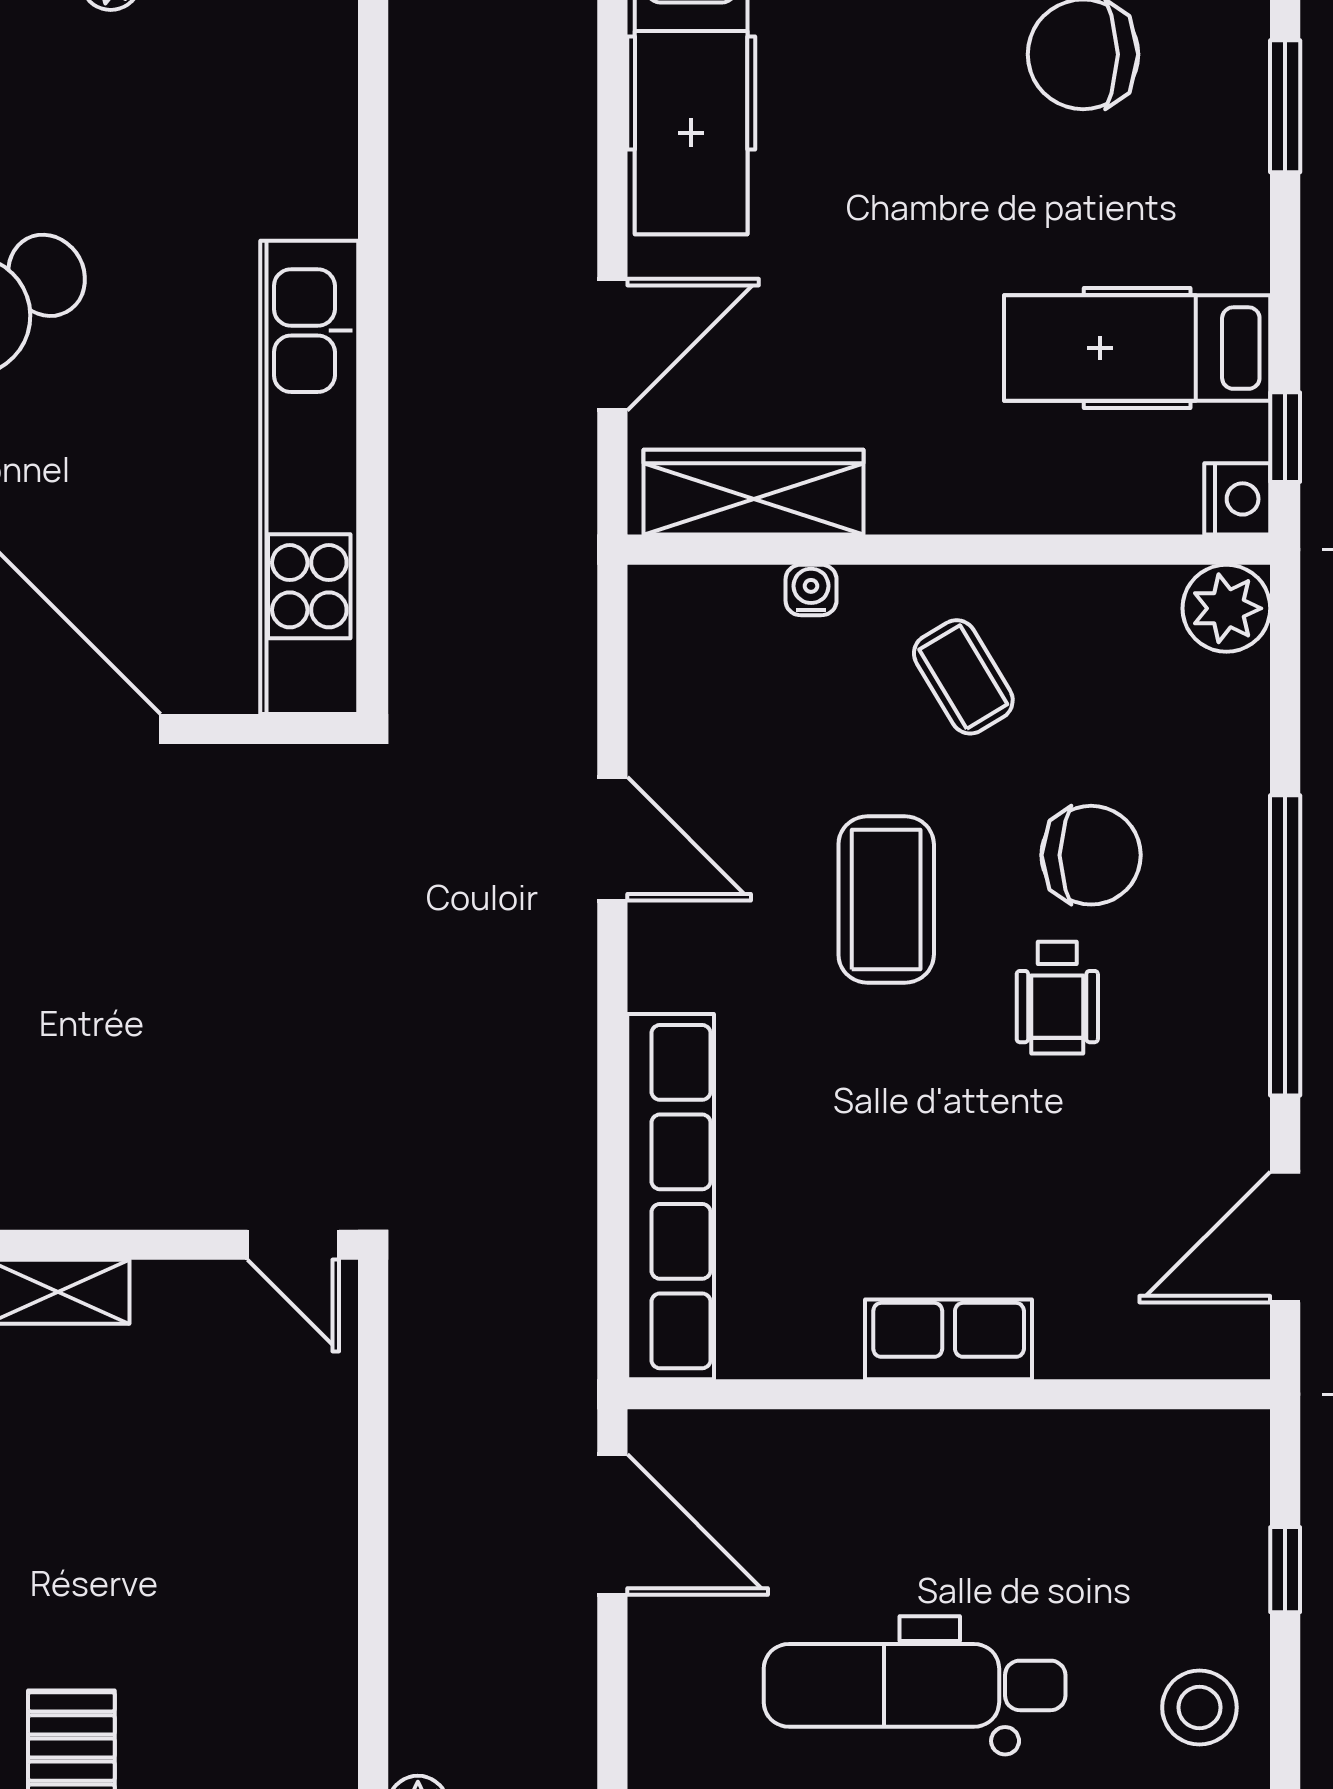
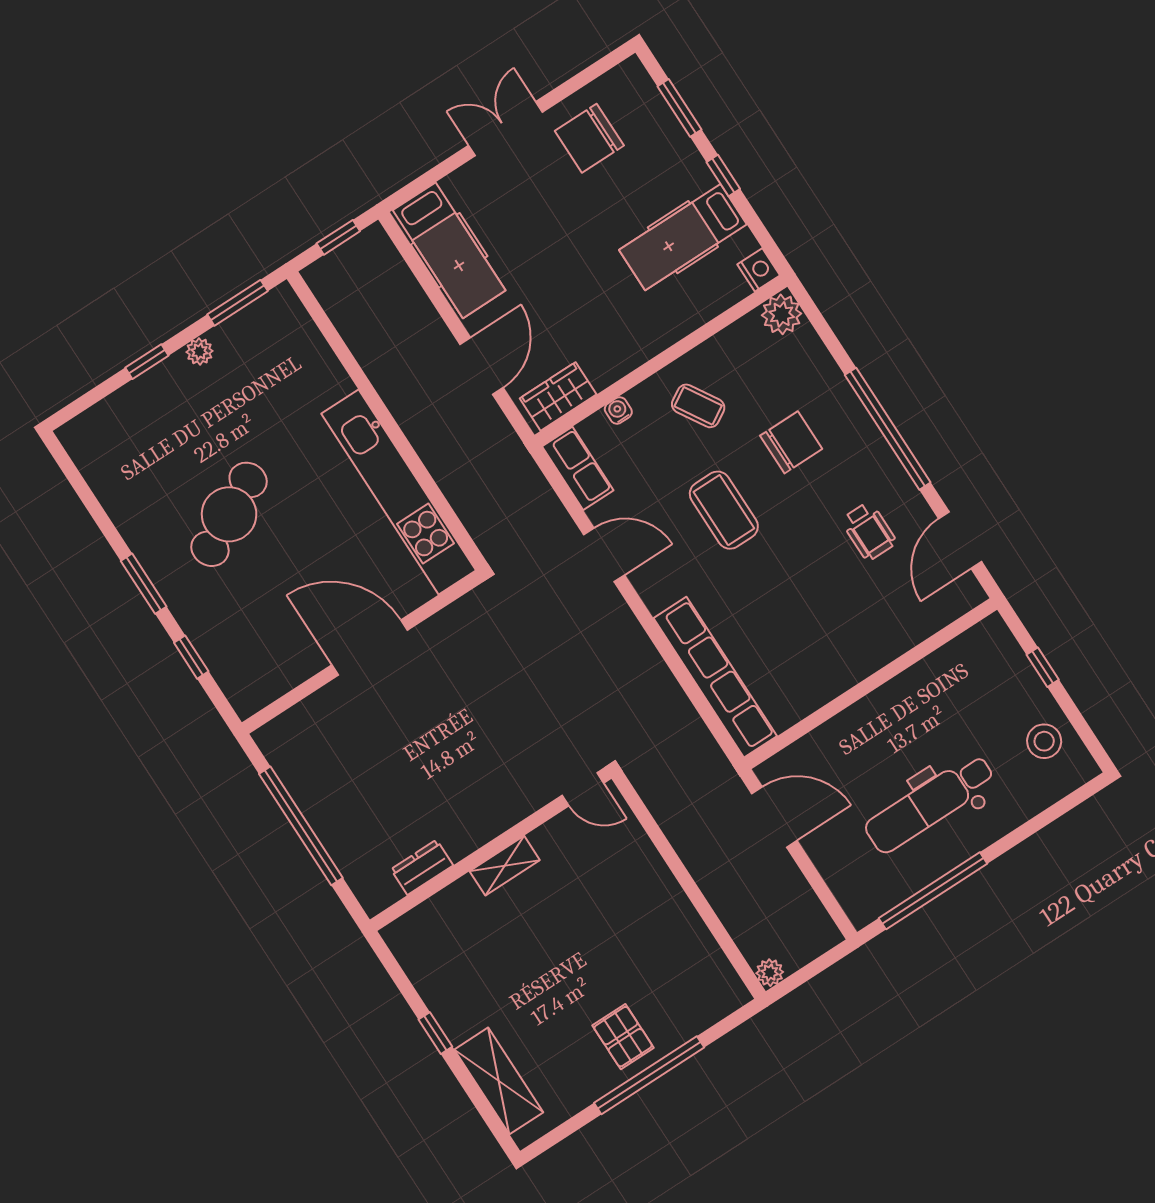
window: (1285, 437) -> (723, 175), moved
wardrobe: (754, 492) -> (558, 396), width x0.67
wheelchair: (1057, 998) -> (869, 531), moved
row of seats: (949, 1339) -> (578, 468), moved, turned 90

